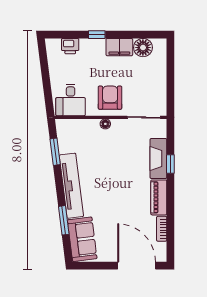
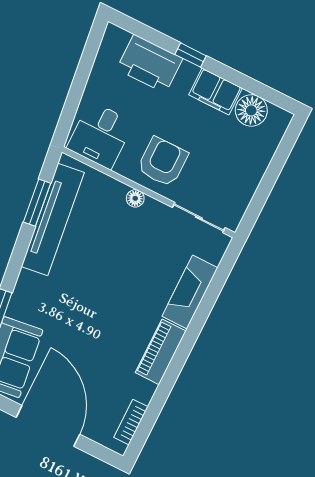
printer: (70, 46) -> (150, 64), width x1.87, depth x1.48
window: (170, 164) -> (204, 310), removed
tv unit: (71, 186) -> (53, 219), moved
bookcase: (162, 229) -> (131, 422), moved
door: (137, 266) -> (48, 426), moved

